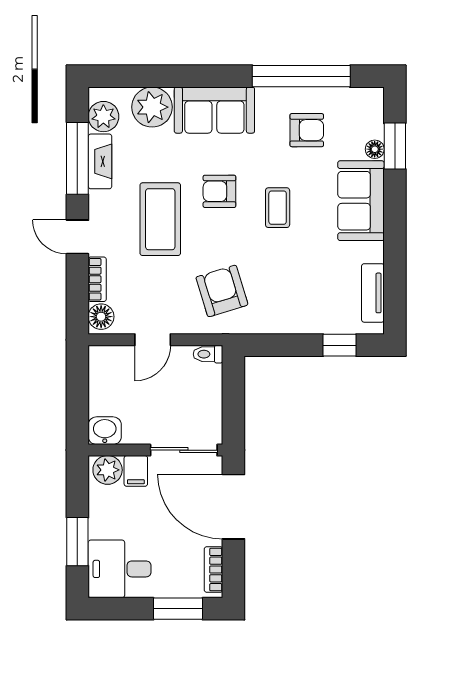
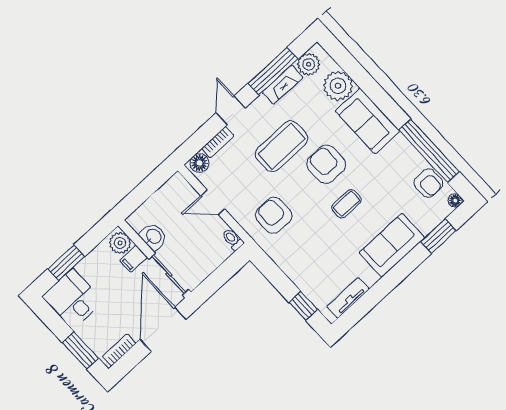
armchair: (307, 130) -> (428, 183), moved
floor lamp: (375, 149) -> (455, 201), moved
armchair: (219, 191) -> (326, 164), width x1.38, depth x1.38
armchair: (222, 291) -> (274, 215), turned -73
washbasin: (105, 431) -> (153, 237), moved

